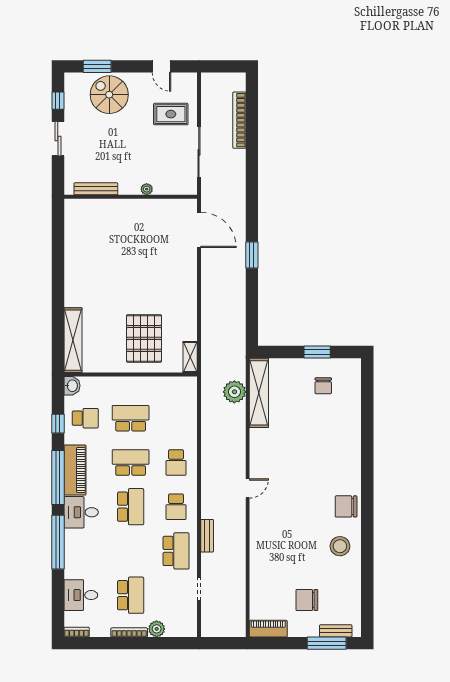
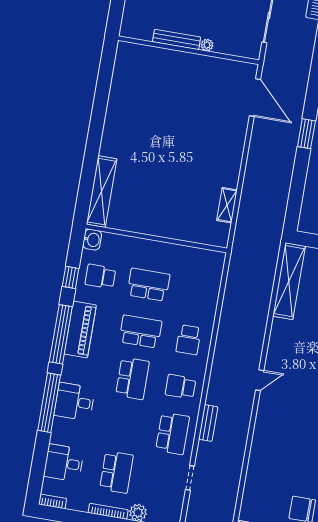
bench: (96, 189) -> (177, 39), moved
pallet: (144, 338) -> (177, 203), removed
shelving: (190, 357) -> (227, 205), moved
plant: (234, 392) -> (263, 276), removed
school desk: (85, 418) -> (100, 276), turned 180
school desk: (176, 507) -> (181, 387), turned 90
desk: (81, 512) -> (75, 402), moved

